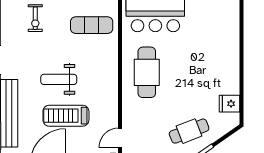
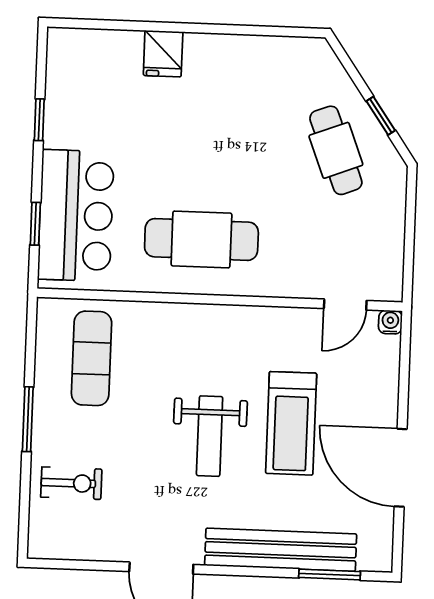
fridge: (229, 104) -> (163, 54), moved
door: (120, 138) -> (345, 304), hinge flipped

